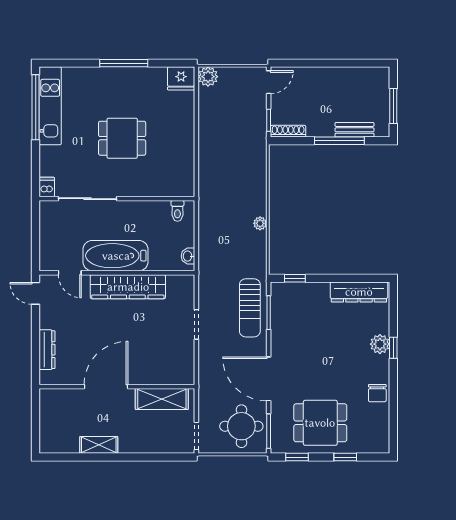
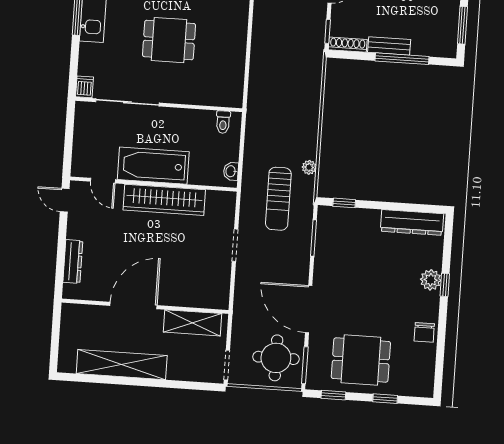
bench: (355, 130) -> (389, 46), moved
plant: (260, 223) -> (309, 167), moved
sun lounger: (250, 308) -> (278, 199), moved
shelving: (99, 445) -> (122, 365), width x2.20, depth x1.33

